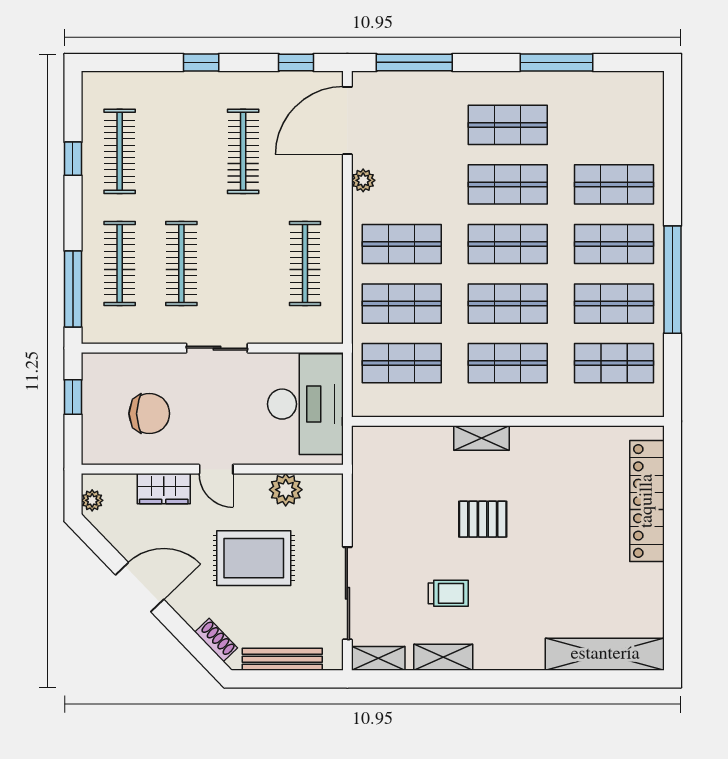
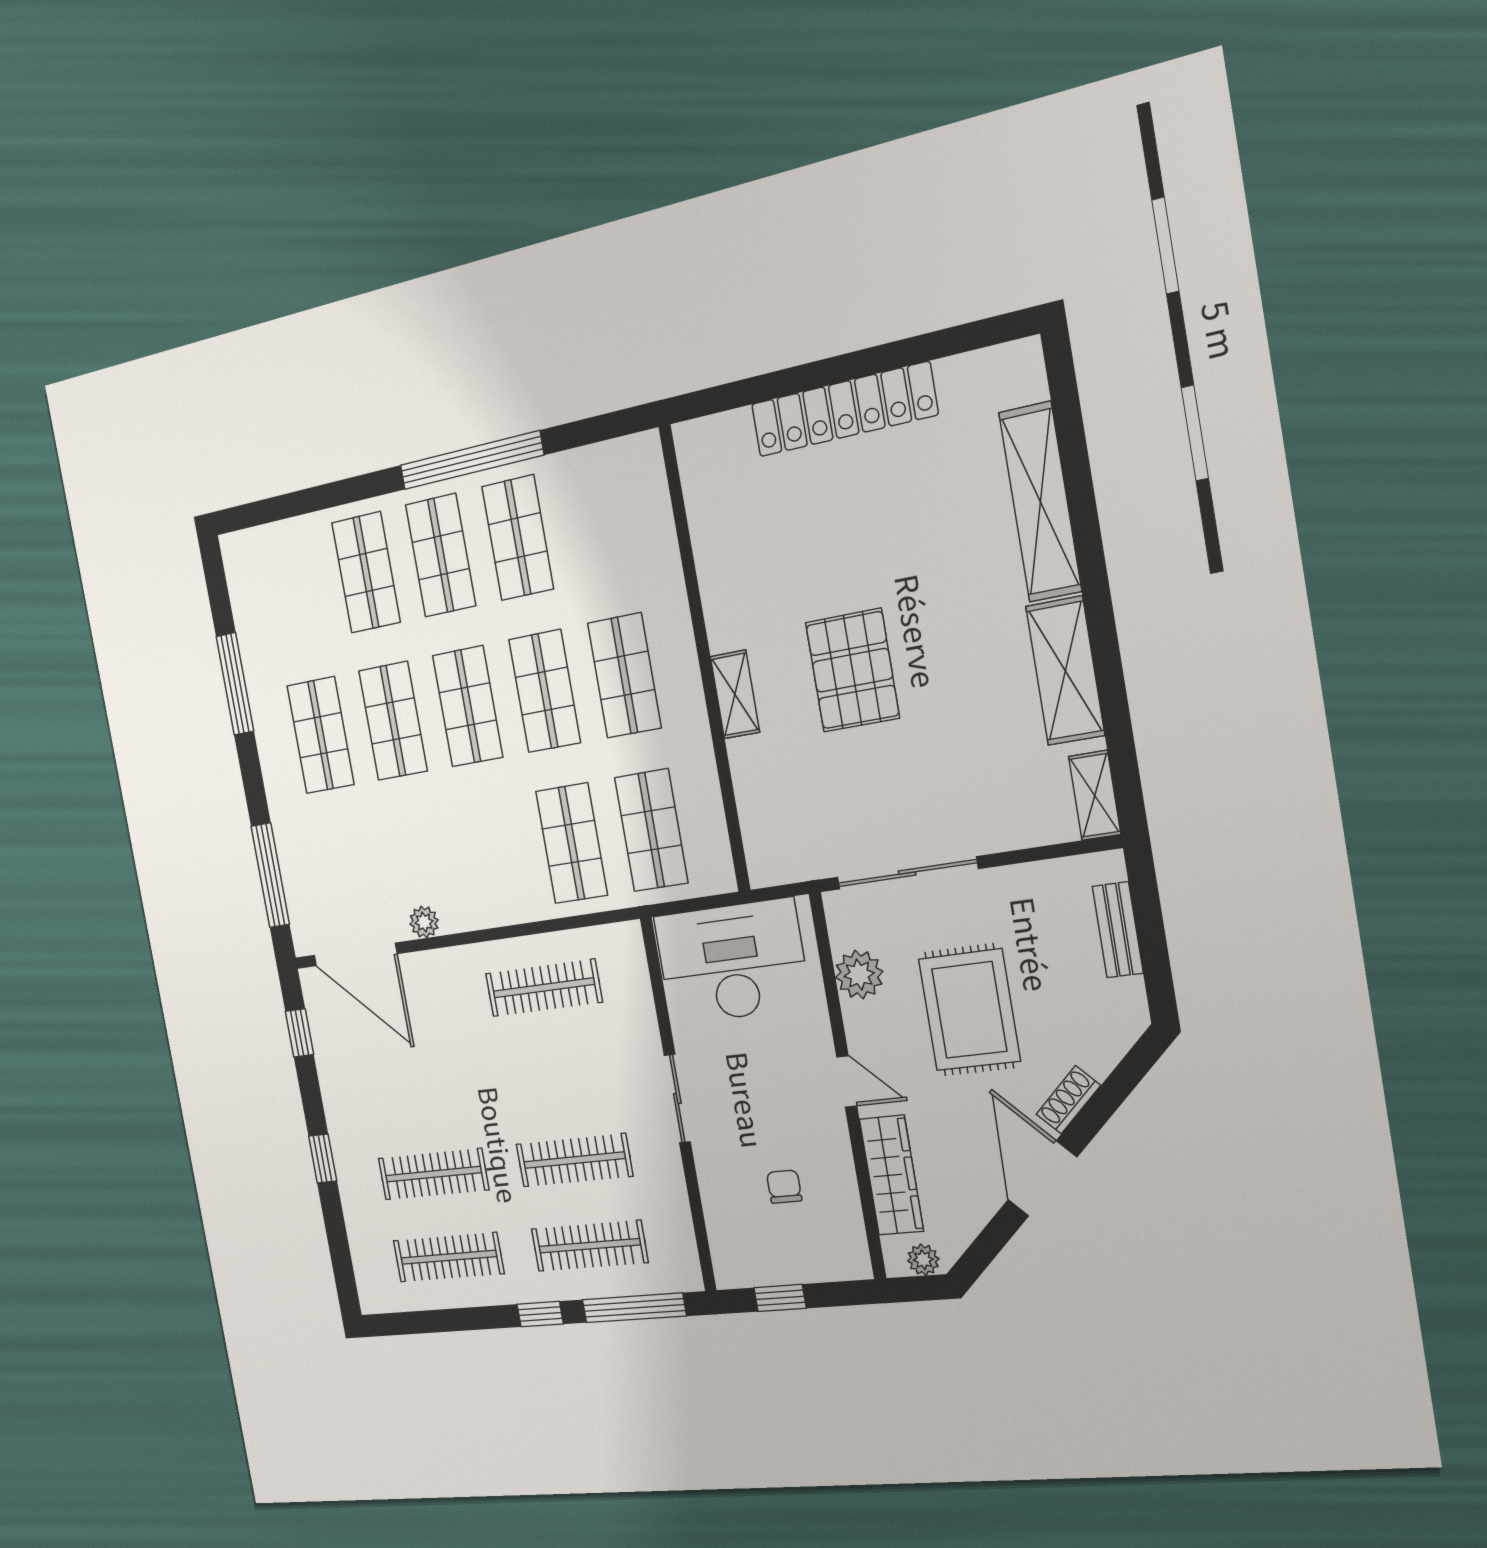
clothes rail: (243, 151) -> (433, 1174), moved
window: (73, 159) -> (540, 1314), moved
shop shelf: (402, 244) -> (494, 856), removed
shop shelf: (614, 363) -> (597, 519), removed
chair: (149, 414) -> (784, 1187), width x0.54, depth x0.54
door: (216, 469) -> (847, 1081), hinge flipped
wardrobe: (164, 489) -> (891, 1175), width x1.50
locker: (647, 501) -> (844, 409), moved
pallet: (483, 519) -> (852, 670), width x1.50, depth x1.42
sliding door: (347, 593) -> (907, 873), moved
trolley: (448, 593) -> (974, 703), removed
shoe rack: (216, 640) -> (1068, 1100), moved
shelving: (605, 654) -> (1040, 502), moved
shelving: (443, 657) -> (1065, 671), width x1.50, depth x1.33
bench: (282, 659) -> (1118, 930), width x0.73

